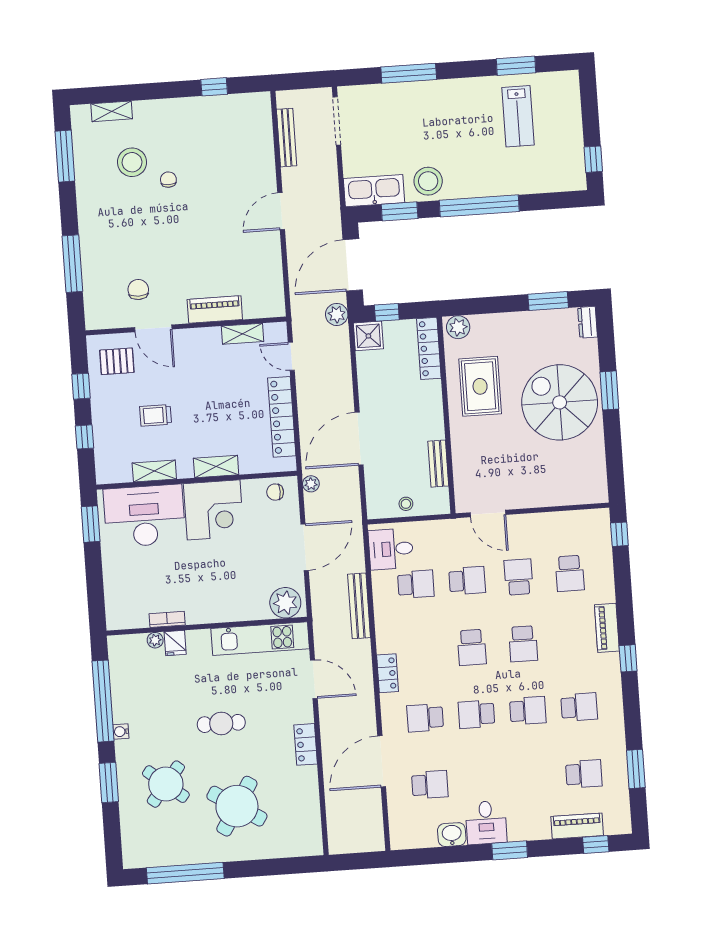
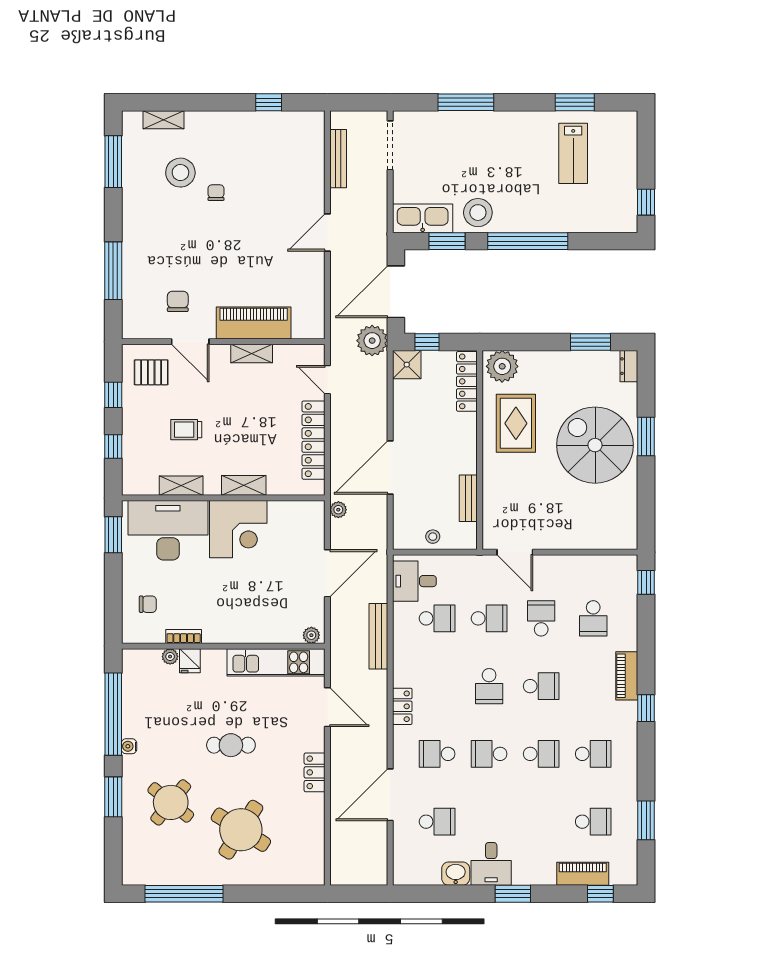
piano: (215, 309) -> (254, 323), width x1.37, depth x1.33
plant: (337, 314) -> (372, 341), width x1.36, depth x1.36
plant: (458, 327) -> (502, 366), width x1.36, depth x1.36
shelving: (243, 334) -> (252, 353), moved
chair: (275, 492) -> (148, 604), moved, turned 180
plant: (285, 603) -> (311, 635), width x0.53, depth x0.53
school desk: (523, 644) -> (541, 686), turned -90

